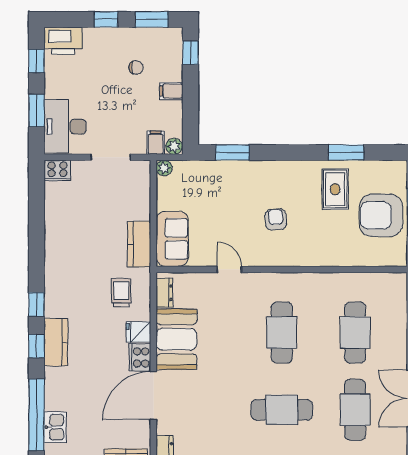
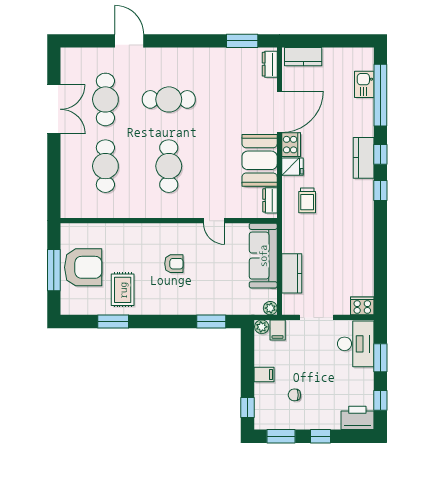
armchair: (276, 219) -> (174, 264), turned -86
sofa: (172, 239) -> (263, 256), width x1.36
kitchen counter: (139, 244) -> (292, 273), moved

